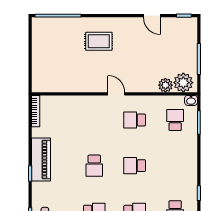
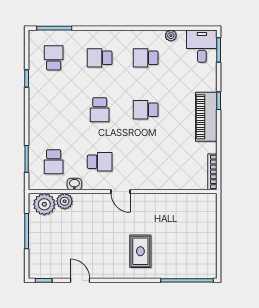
rug: (99, 41) -> (140, 251), turned 90
washbasin: (191, 100) -> (74, 184), moved
school desk: (94, 166) -> (146, 110), turned -90
school desk: (135, 166) -> (100, 110), turned 90

